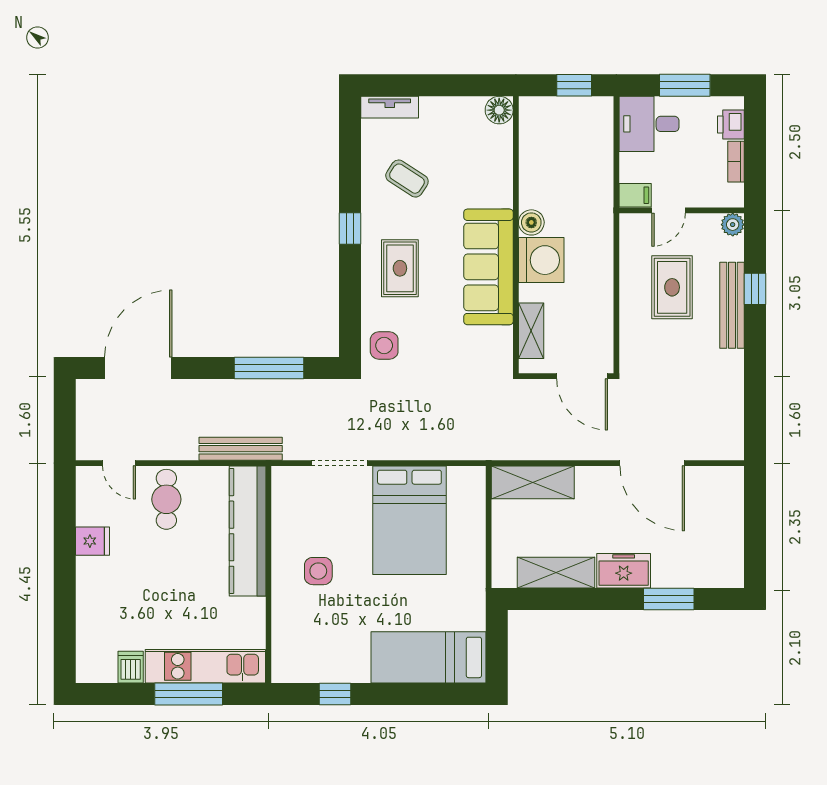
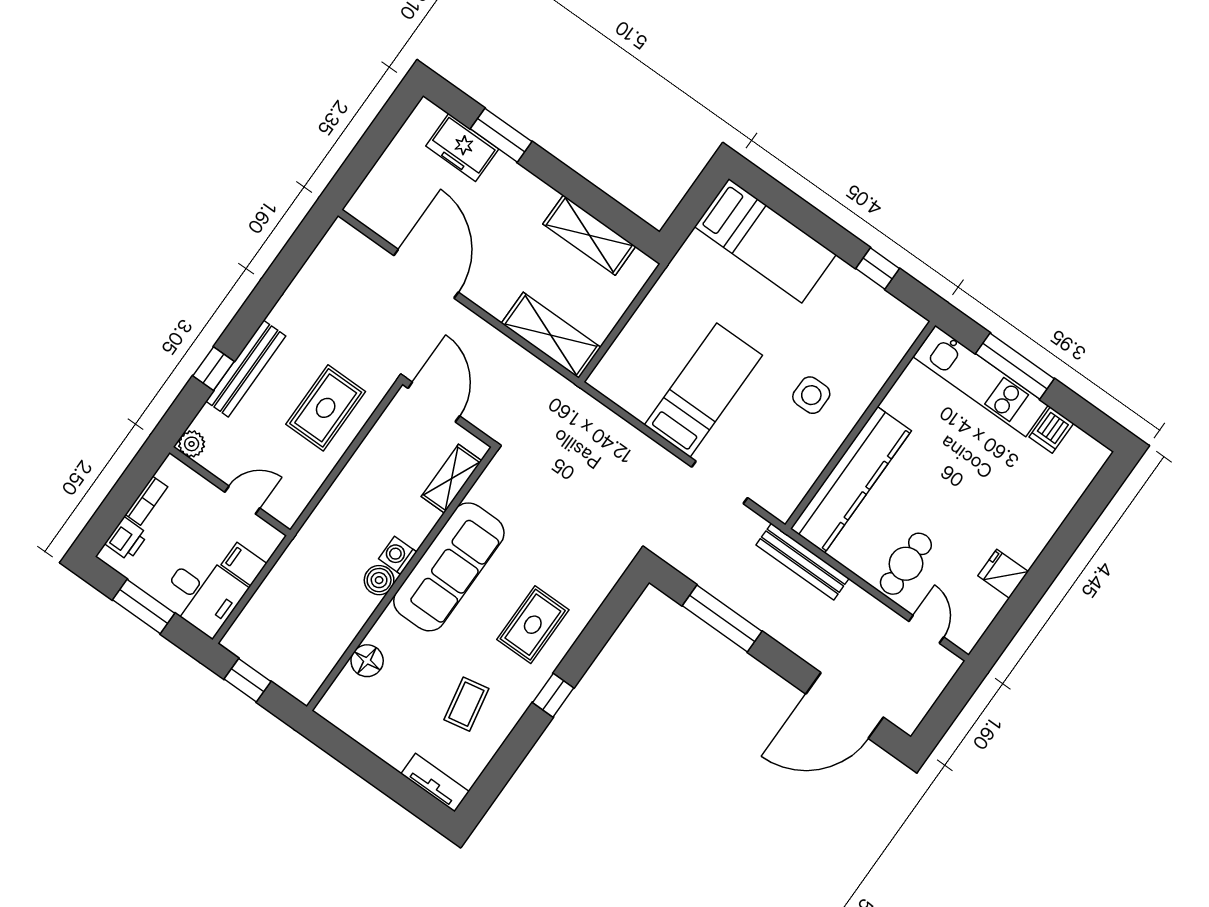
floor lamp: (499, 110) -> (367, 661), moved
coffee table: (407, 179) -> (466, 704), turned 46
filing cabinet: (635, 195) -> (244, 564), moved
washing machine: (541, 260) -> (398, 555), width x0.53, depth x0.53
rug: (672, 287) -> (326, 408), moved
side table: (384, 345) -> (599, 563), removed
bed: (409, 520) -> (703, 390), width x0.67
freezer: (624, 571) -> (462, 147), moved

